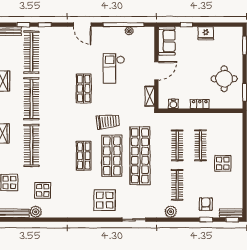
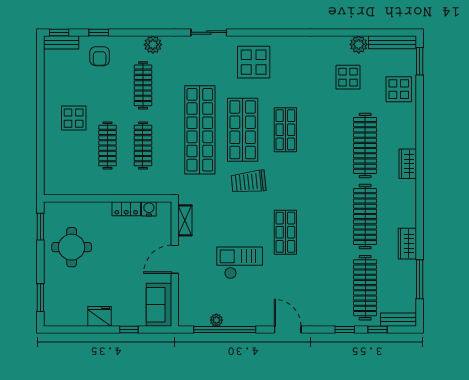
checkout: (114, 68) -> (240, 263), turned -90
locker: (200, 104) -> (126, 209), moved

